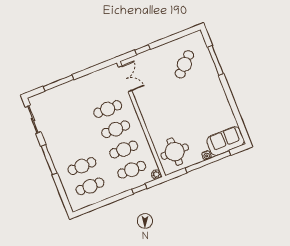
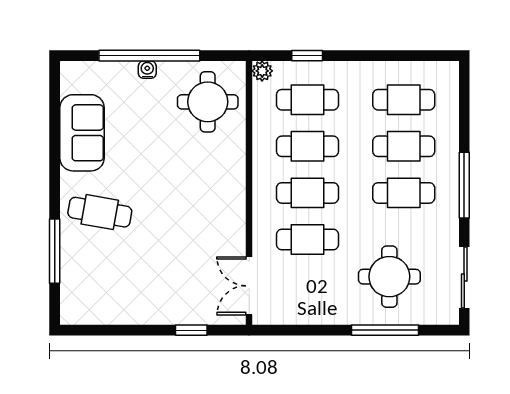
cafe table: (184, 64) -> (100, 212), moved, turned 54
round table: (66, 107) -> (389, 277), added
sofa: (226, 141) -> (82, 133), moved, turned -90
cafe table: (74, 146) -> (404, 193), added

